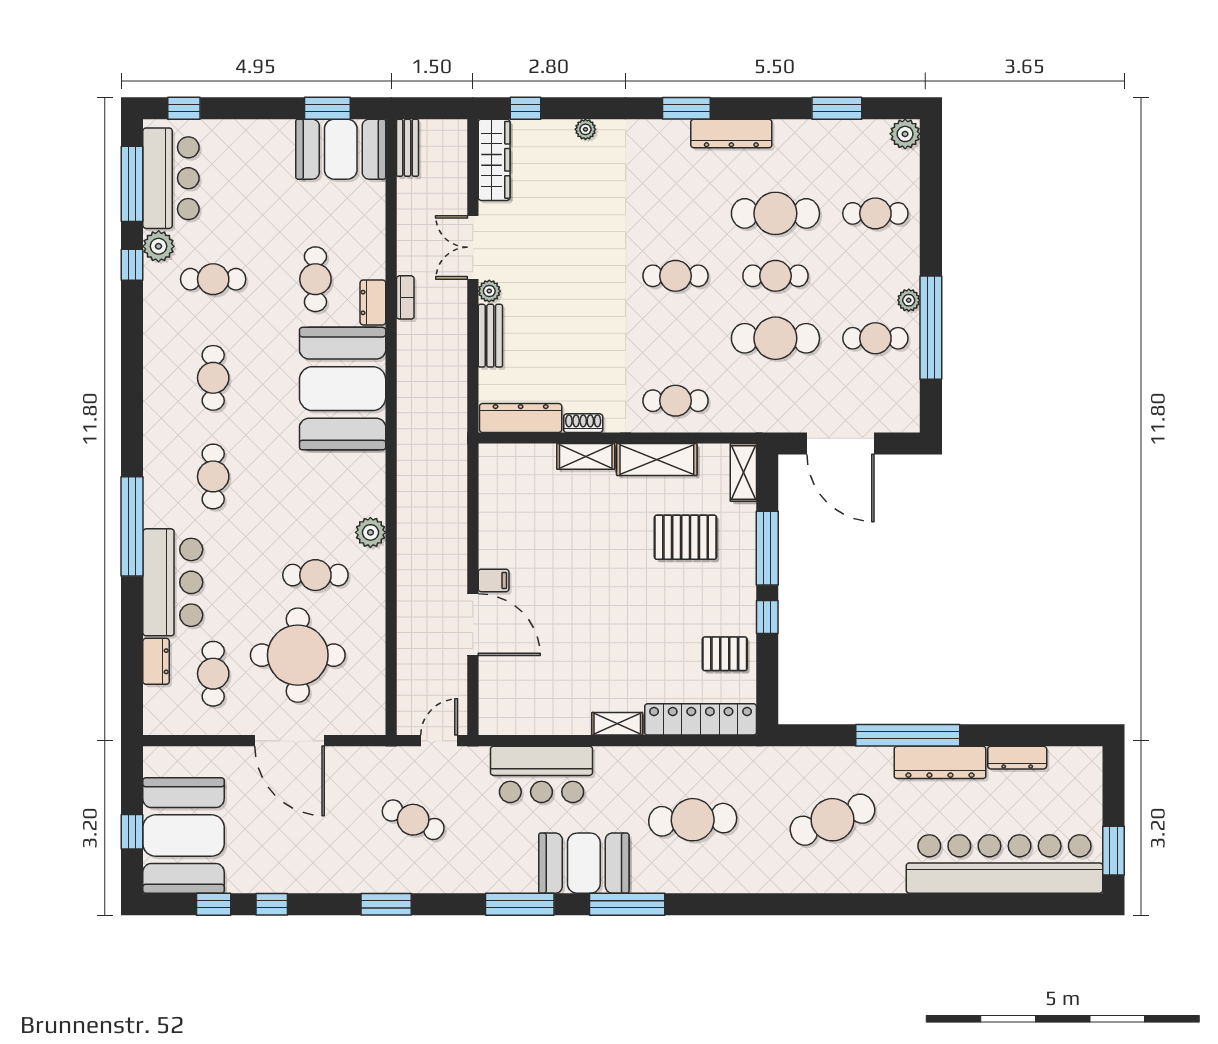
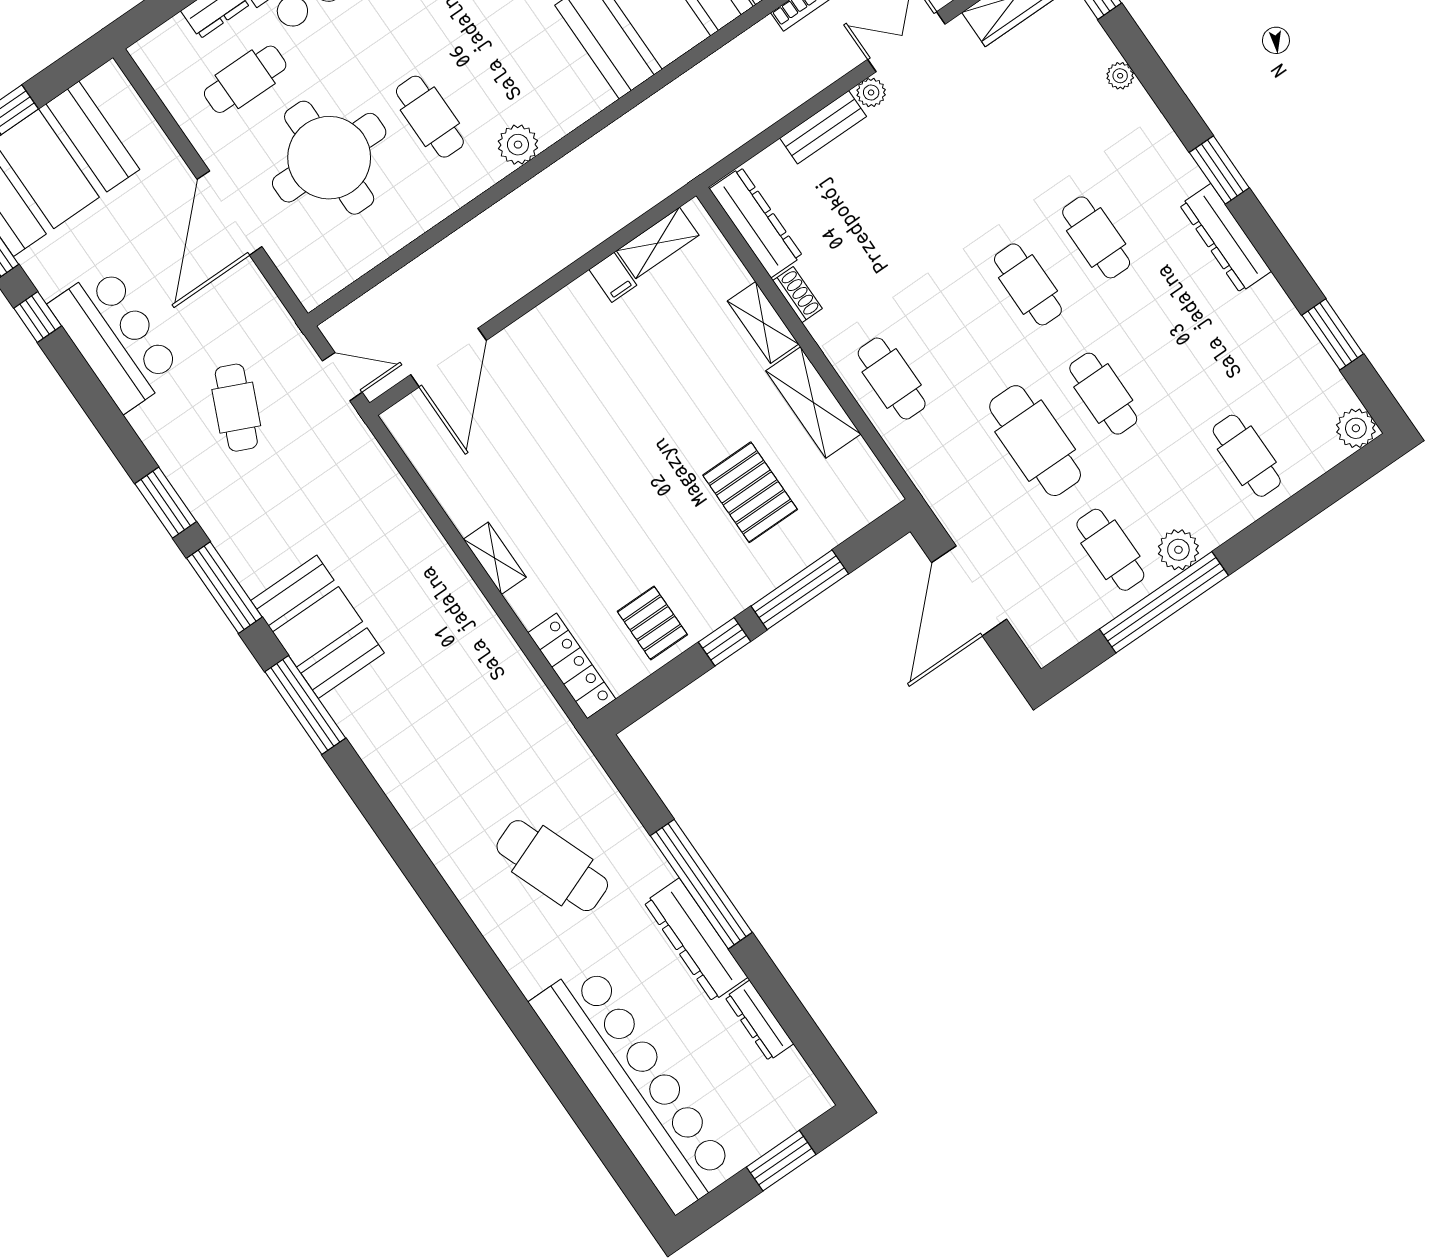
cafe table: (775, 213) -> (1096, 237), moved, width x0.73, depth x0.74
plant: (909, 300) -> (1178, 550), width x1.38, depth x1.38
shelving: (743, 472) -> (658, 243), moved
filing cabinet: (494, 580) -> (613, 277), moved
door: (473, 625) -> (448, 358), moved
locker: (701, 719) -> (572, 666), width x0.71, depth x0.83
bar counter: (541, 774) -> (116, 338), moved, turned 180
cafe table: (693, 820) -> (447, 713), removed
window: (1114, 851) -> (781, 1161), moved
window: (386, 904) -> (166, 503), moved

